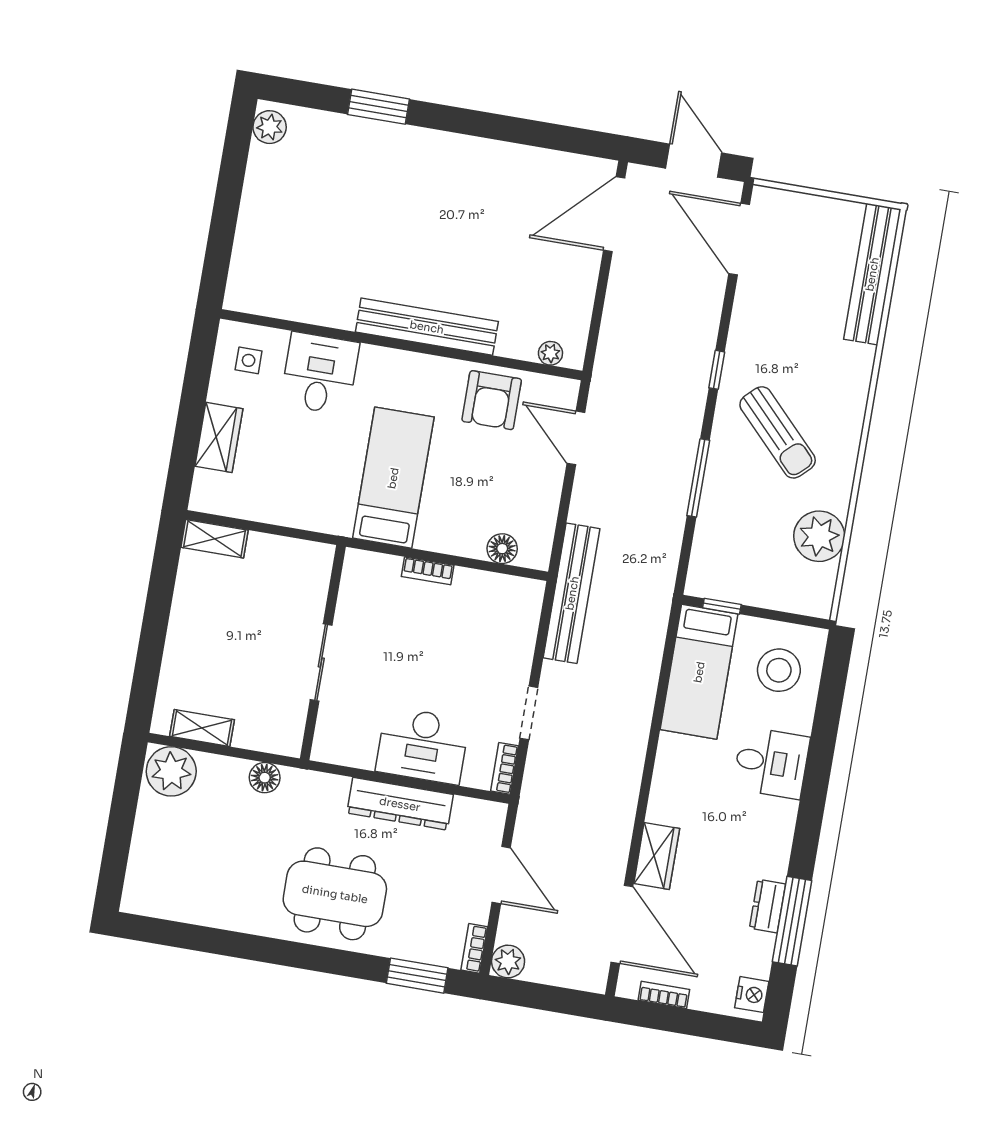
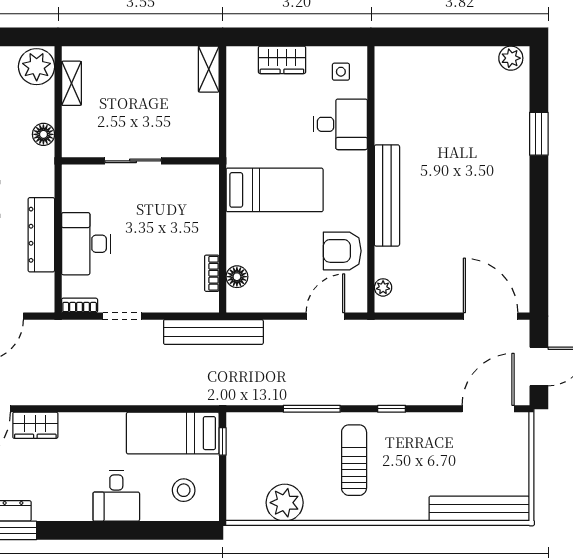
sun lounger: (778, 432) -> (354, 460), turned 134
bookcase: (428, 571) -> (212, 273), moved
stool: (779, 670) -> (184, 490), width x0.73, depth x0.73

